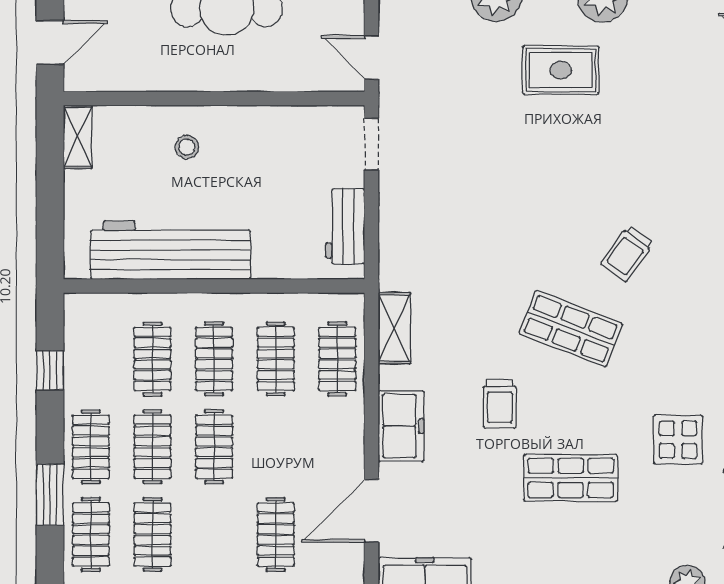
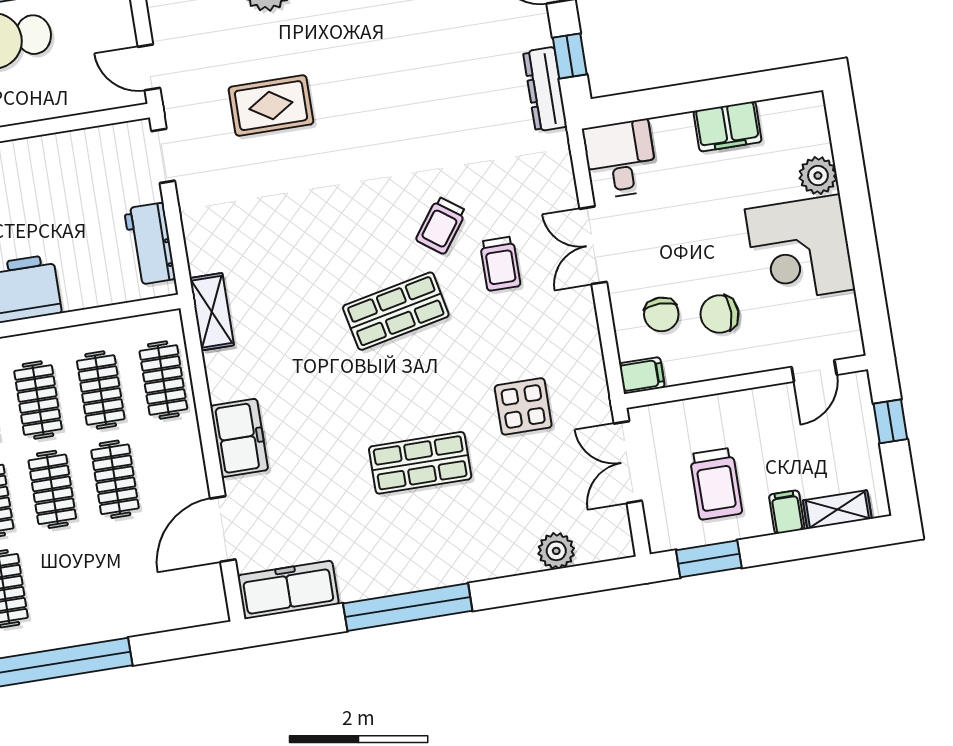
rug: (561, 70) -> (271, 106), moved
shelving: (394, 328) -> (212, 312), moved
shop shelf: (571, 329) -> (396, 311), turned -33
trolley: (500, 404) -> (500, 264), moved
clothes rail: (276, 535) -> (115, 479), moved

